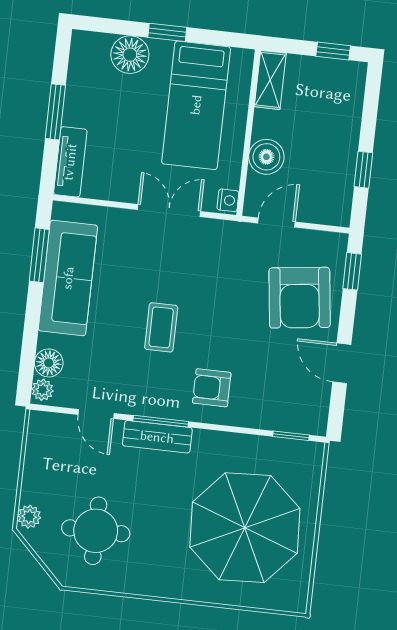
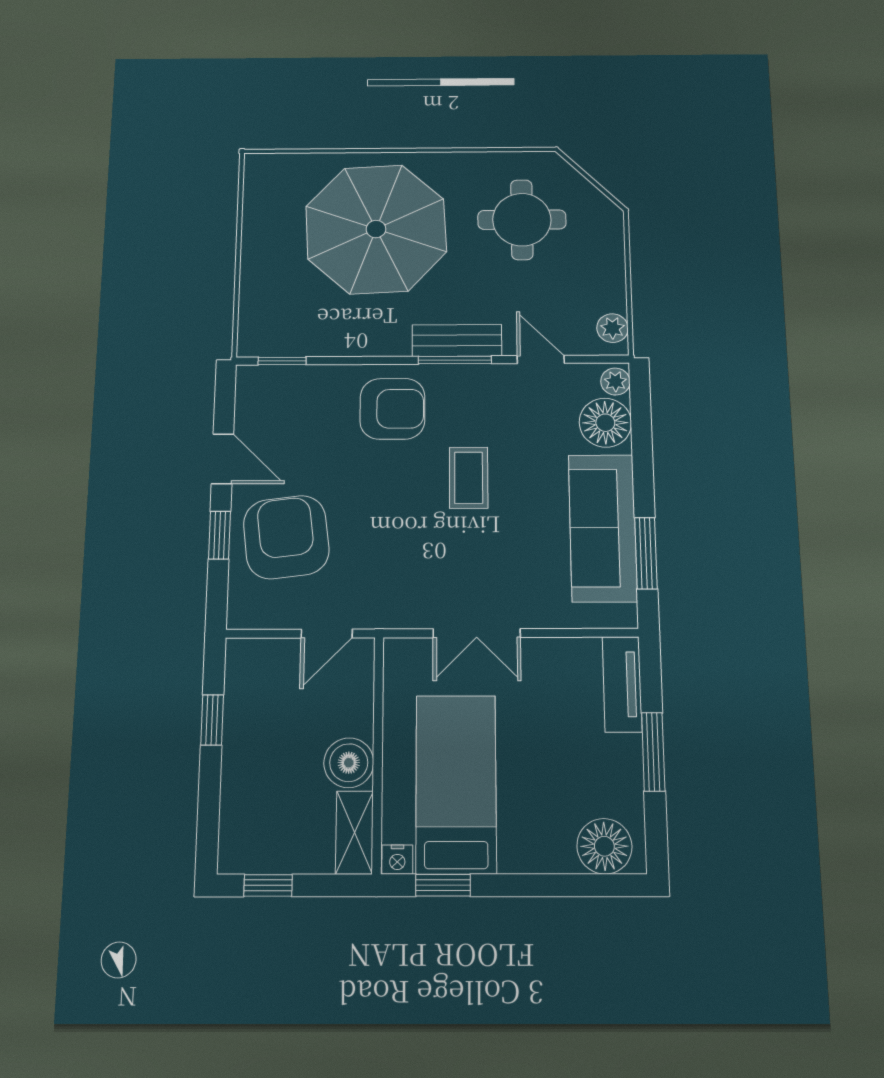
window: (167, 32) -> (443, 885), moved
floor lamp: (130, 55) -> (604, 846), moved
boiler: (266, 157) -> (349, 763), moved
nightstand: (228, 200) -> (397, 860), moved, turned -90
window: (352, 271) -> (219, 535), moved
floor lamp: (49, 363) -> (605, 423), width x1.38, depth x1.38
armchair: (212, 388) -> (392, 409), width x1.38, depth x1.38
plant: (29, 517) -> (612, 328), moved
parasol: (245, 528) -> (376, 229), moved

